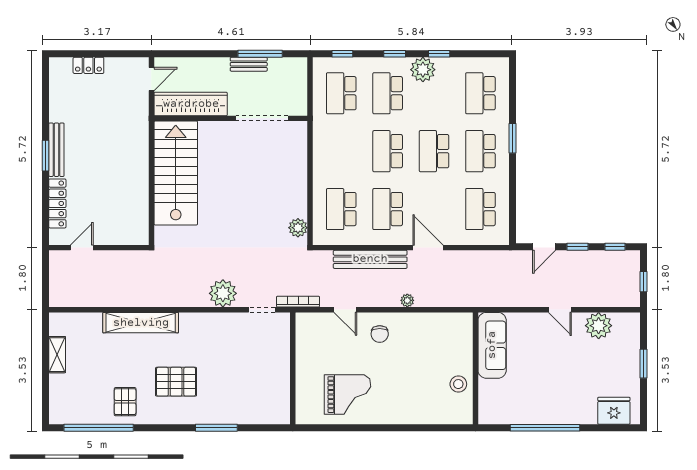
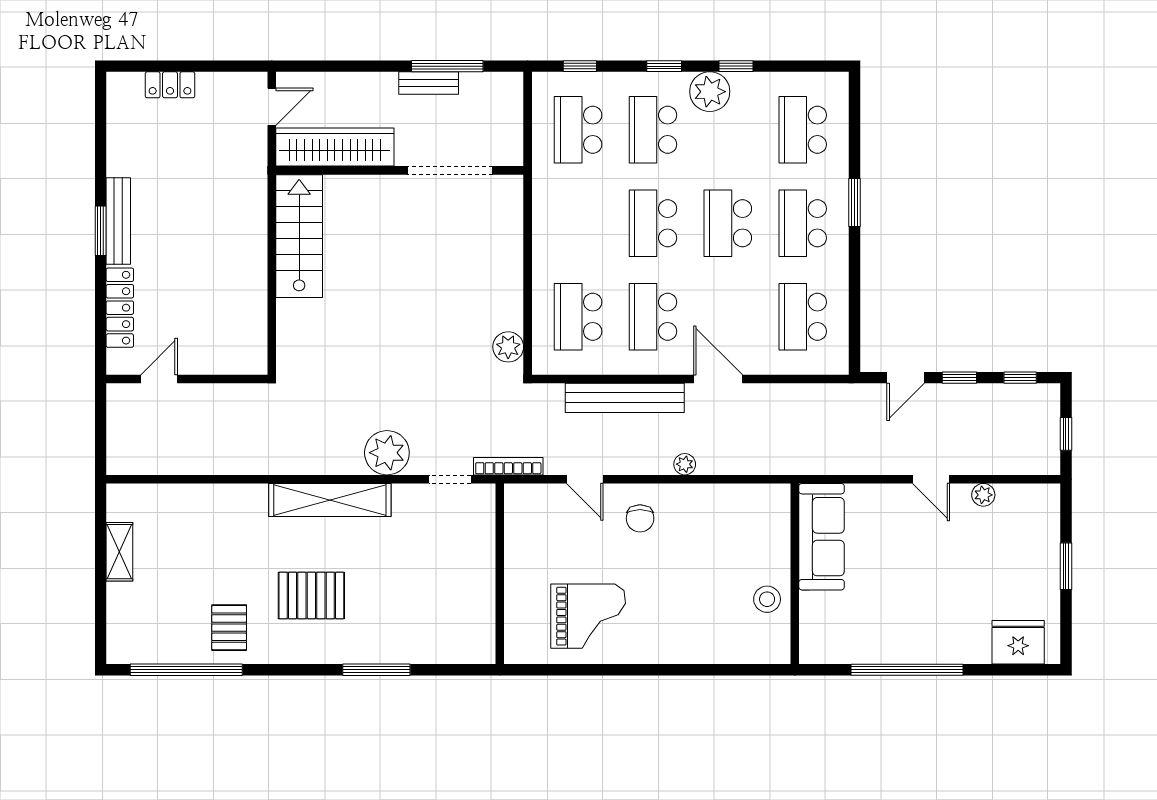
stairs: (176, 173) -> (299, 236), width x0.73, depth x0.66
shelving: (141, 323) -> (330, 500), moved
plant: (599, 326) -> (983, 495), width x0.53, depth x0.53

